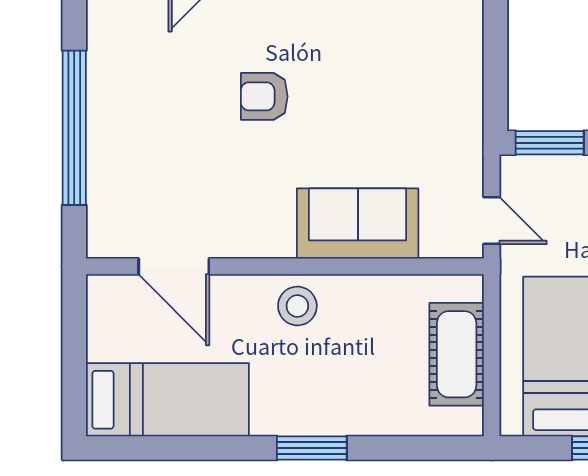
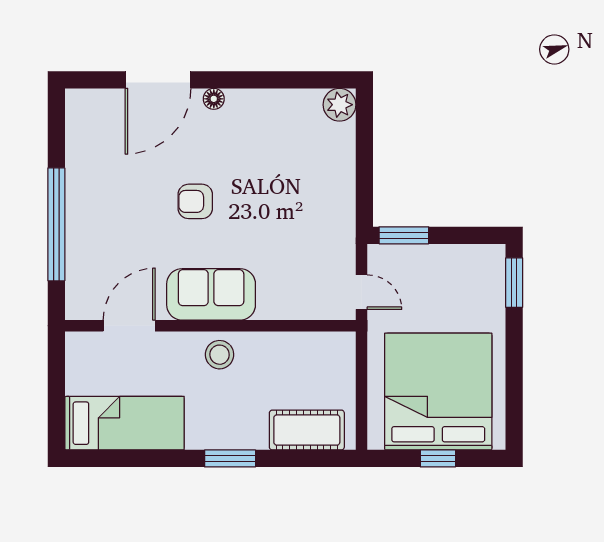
sofa: (358, 224) -> (211, 294), moved
door: (174, 266) -> (129, 326), swing flipped
cot: (457, 354) -> (307, 430), moved, turned 90

